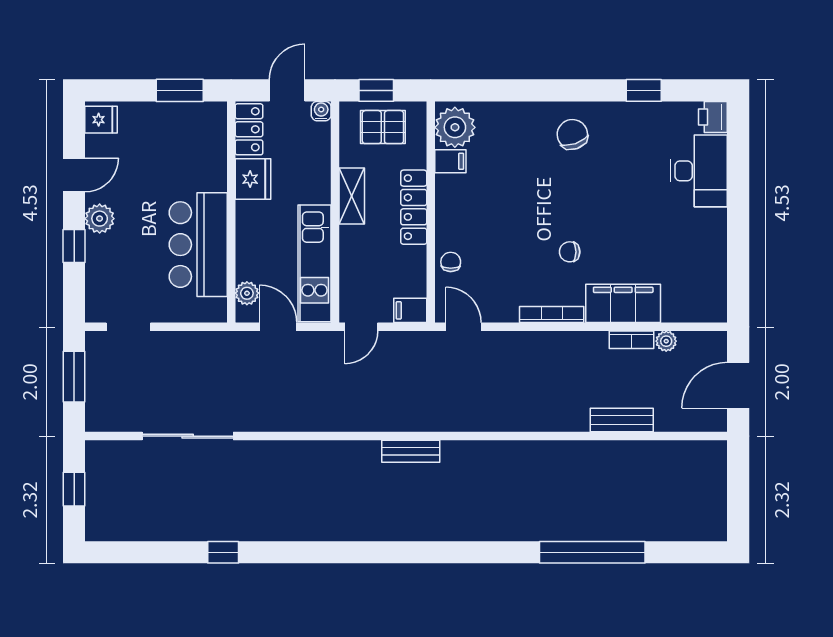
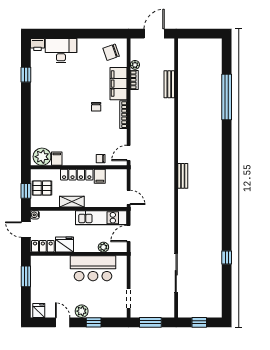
pallet: (383, 127) -> (42, 188), turned 90
chair: (572, 134) -> (111, 52), moved
plant: (247, 293) -> (103, 247), moved
filing cabinet: (410, 310) -> (100, 176), moved
door: (738, 385) -> (154, 34), swing flipped

